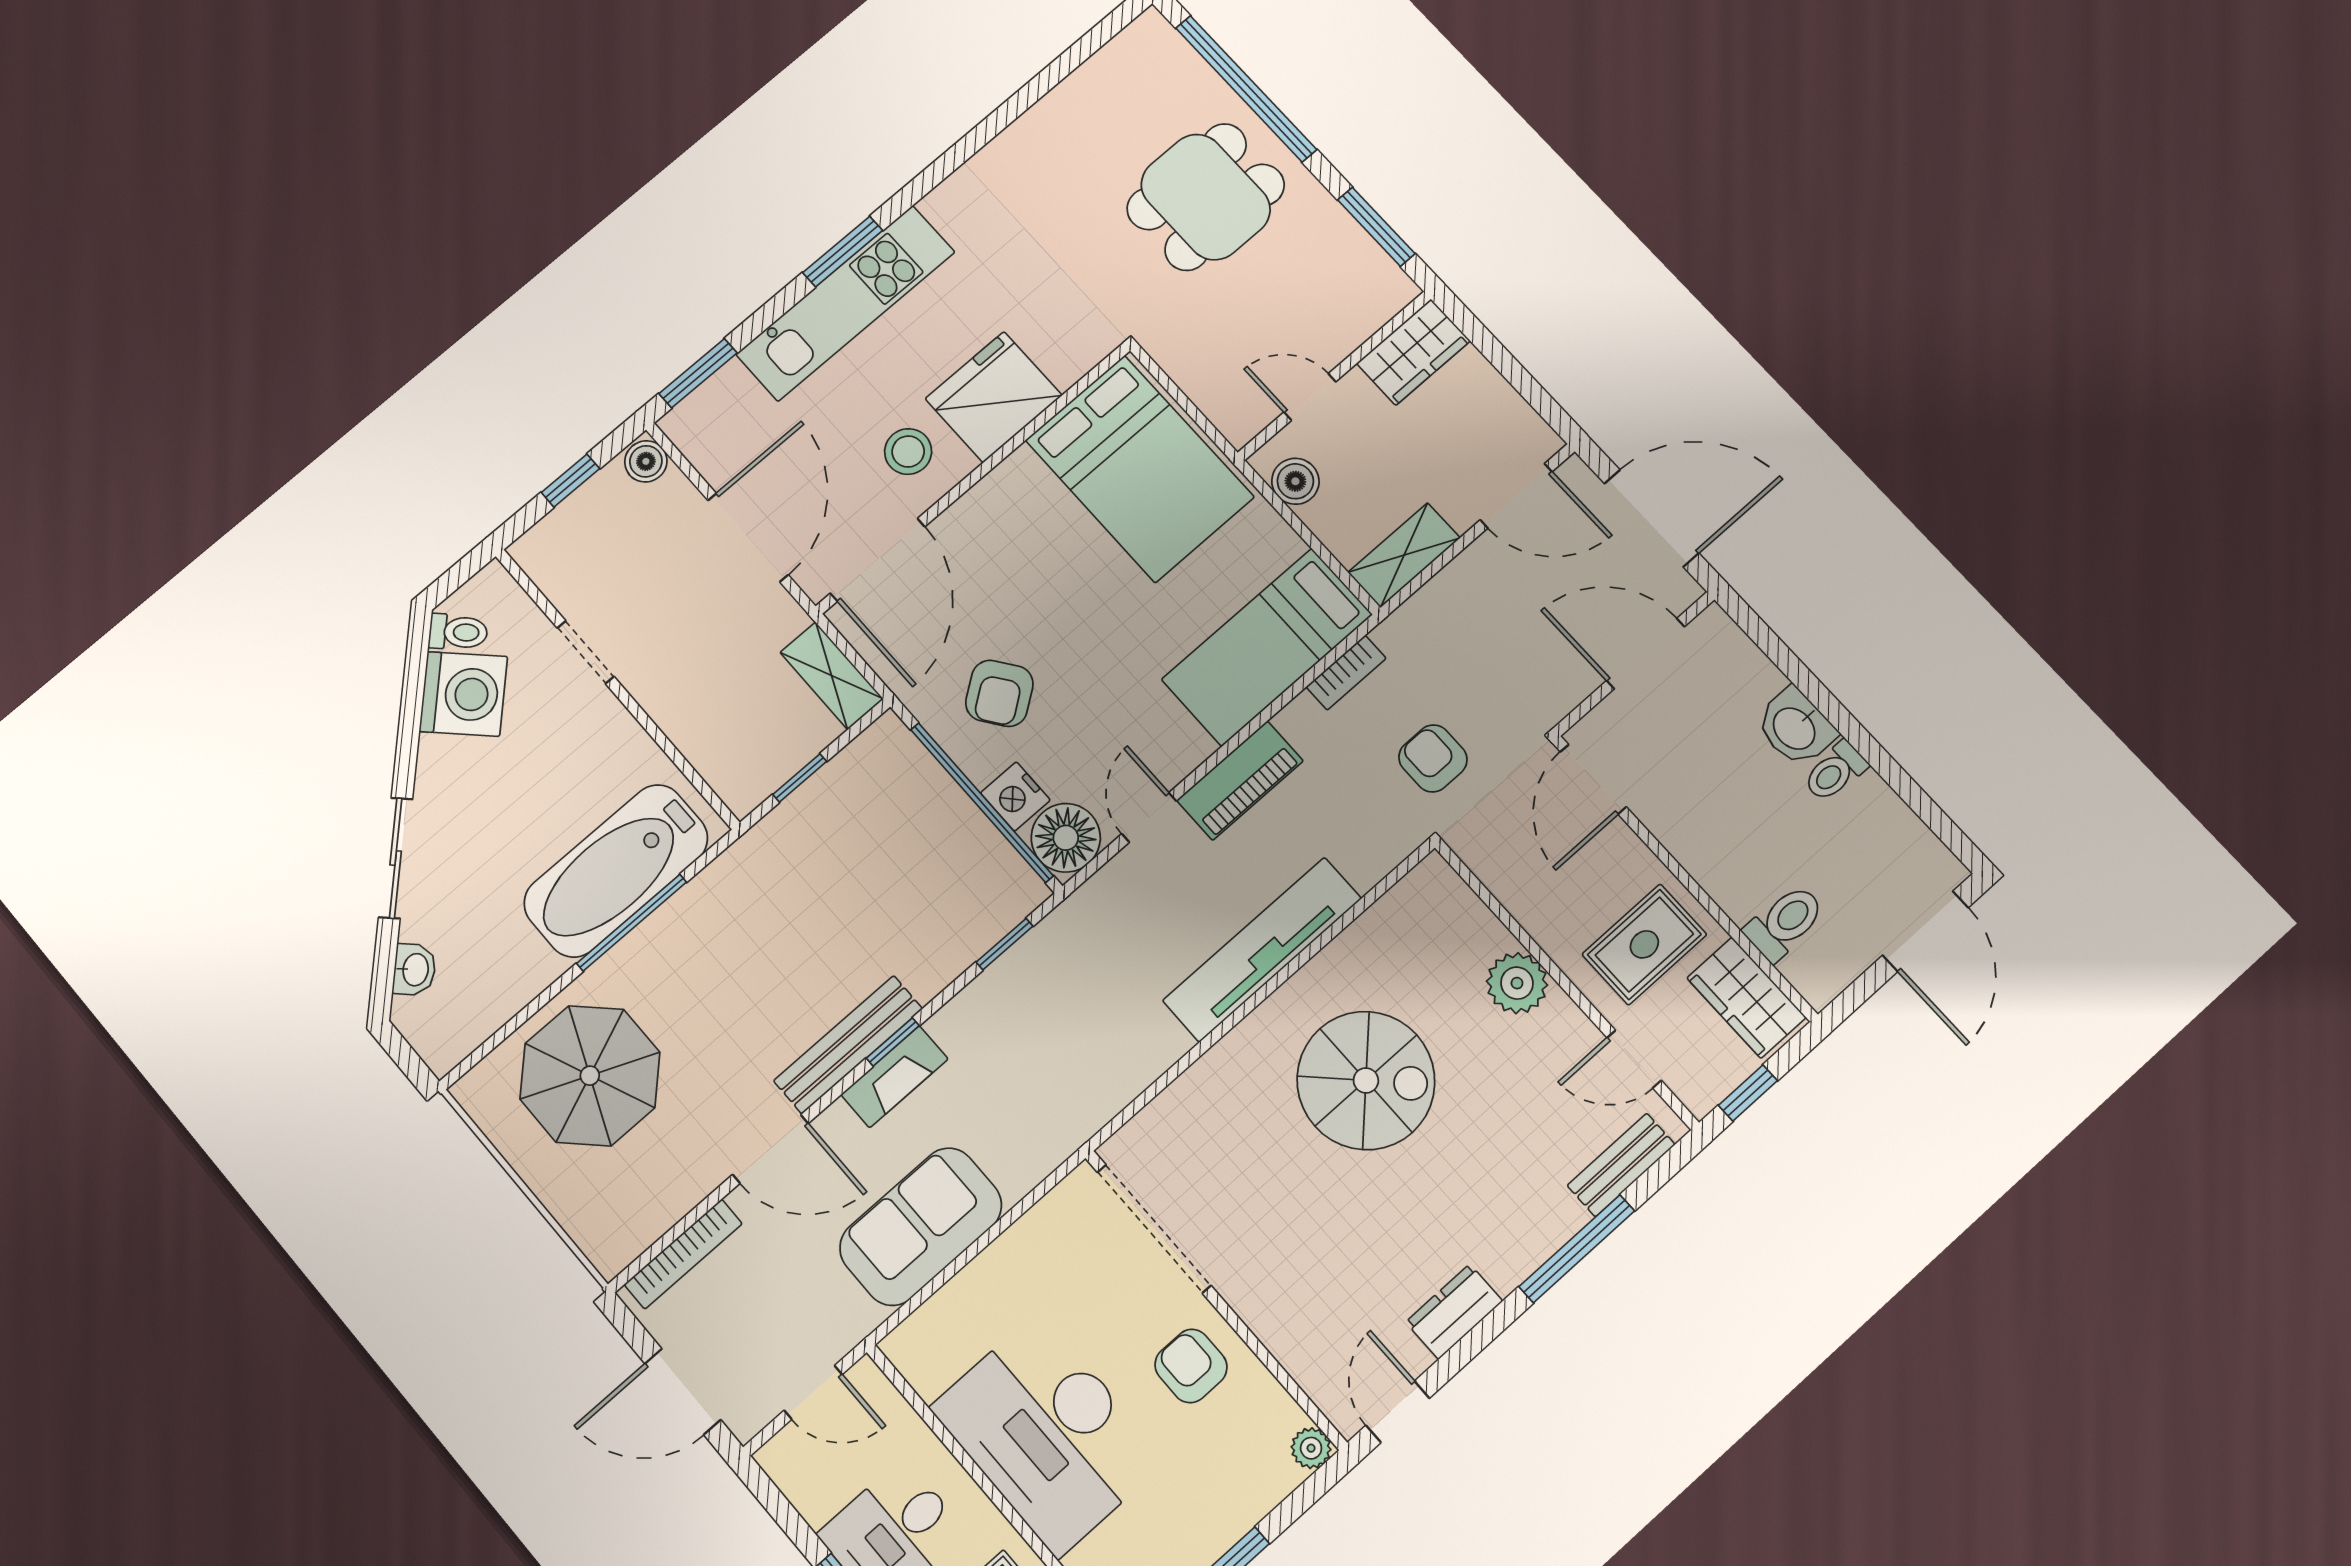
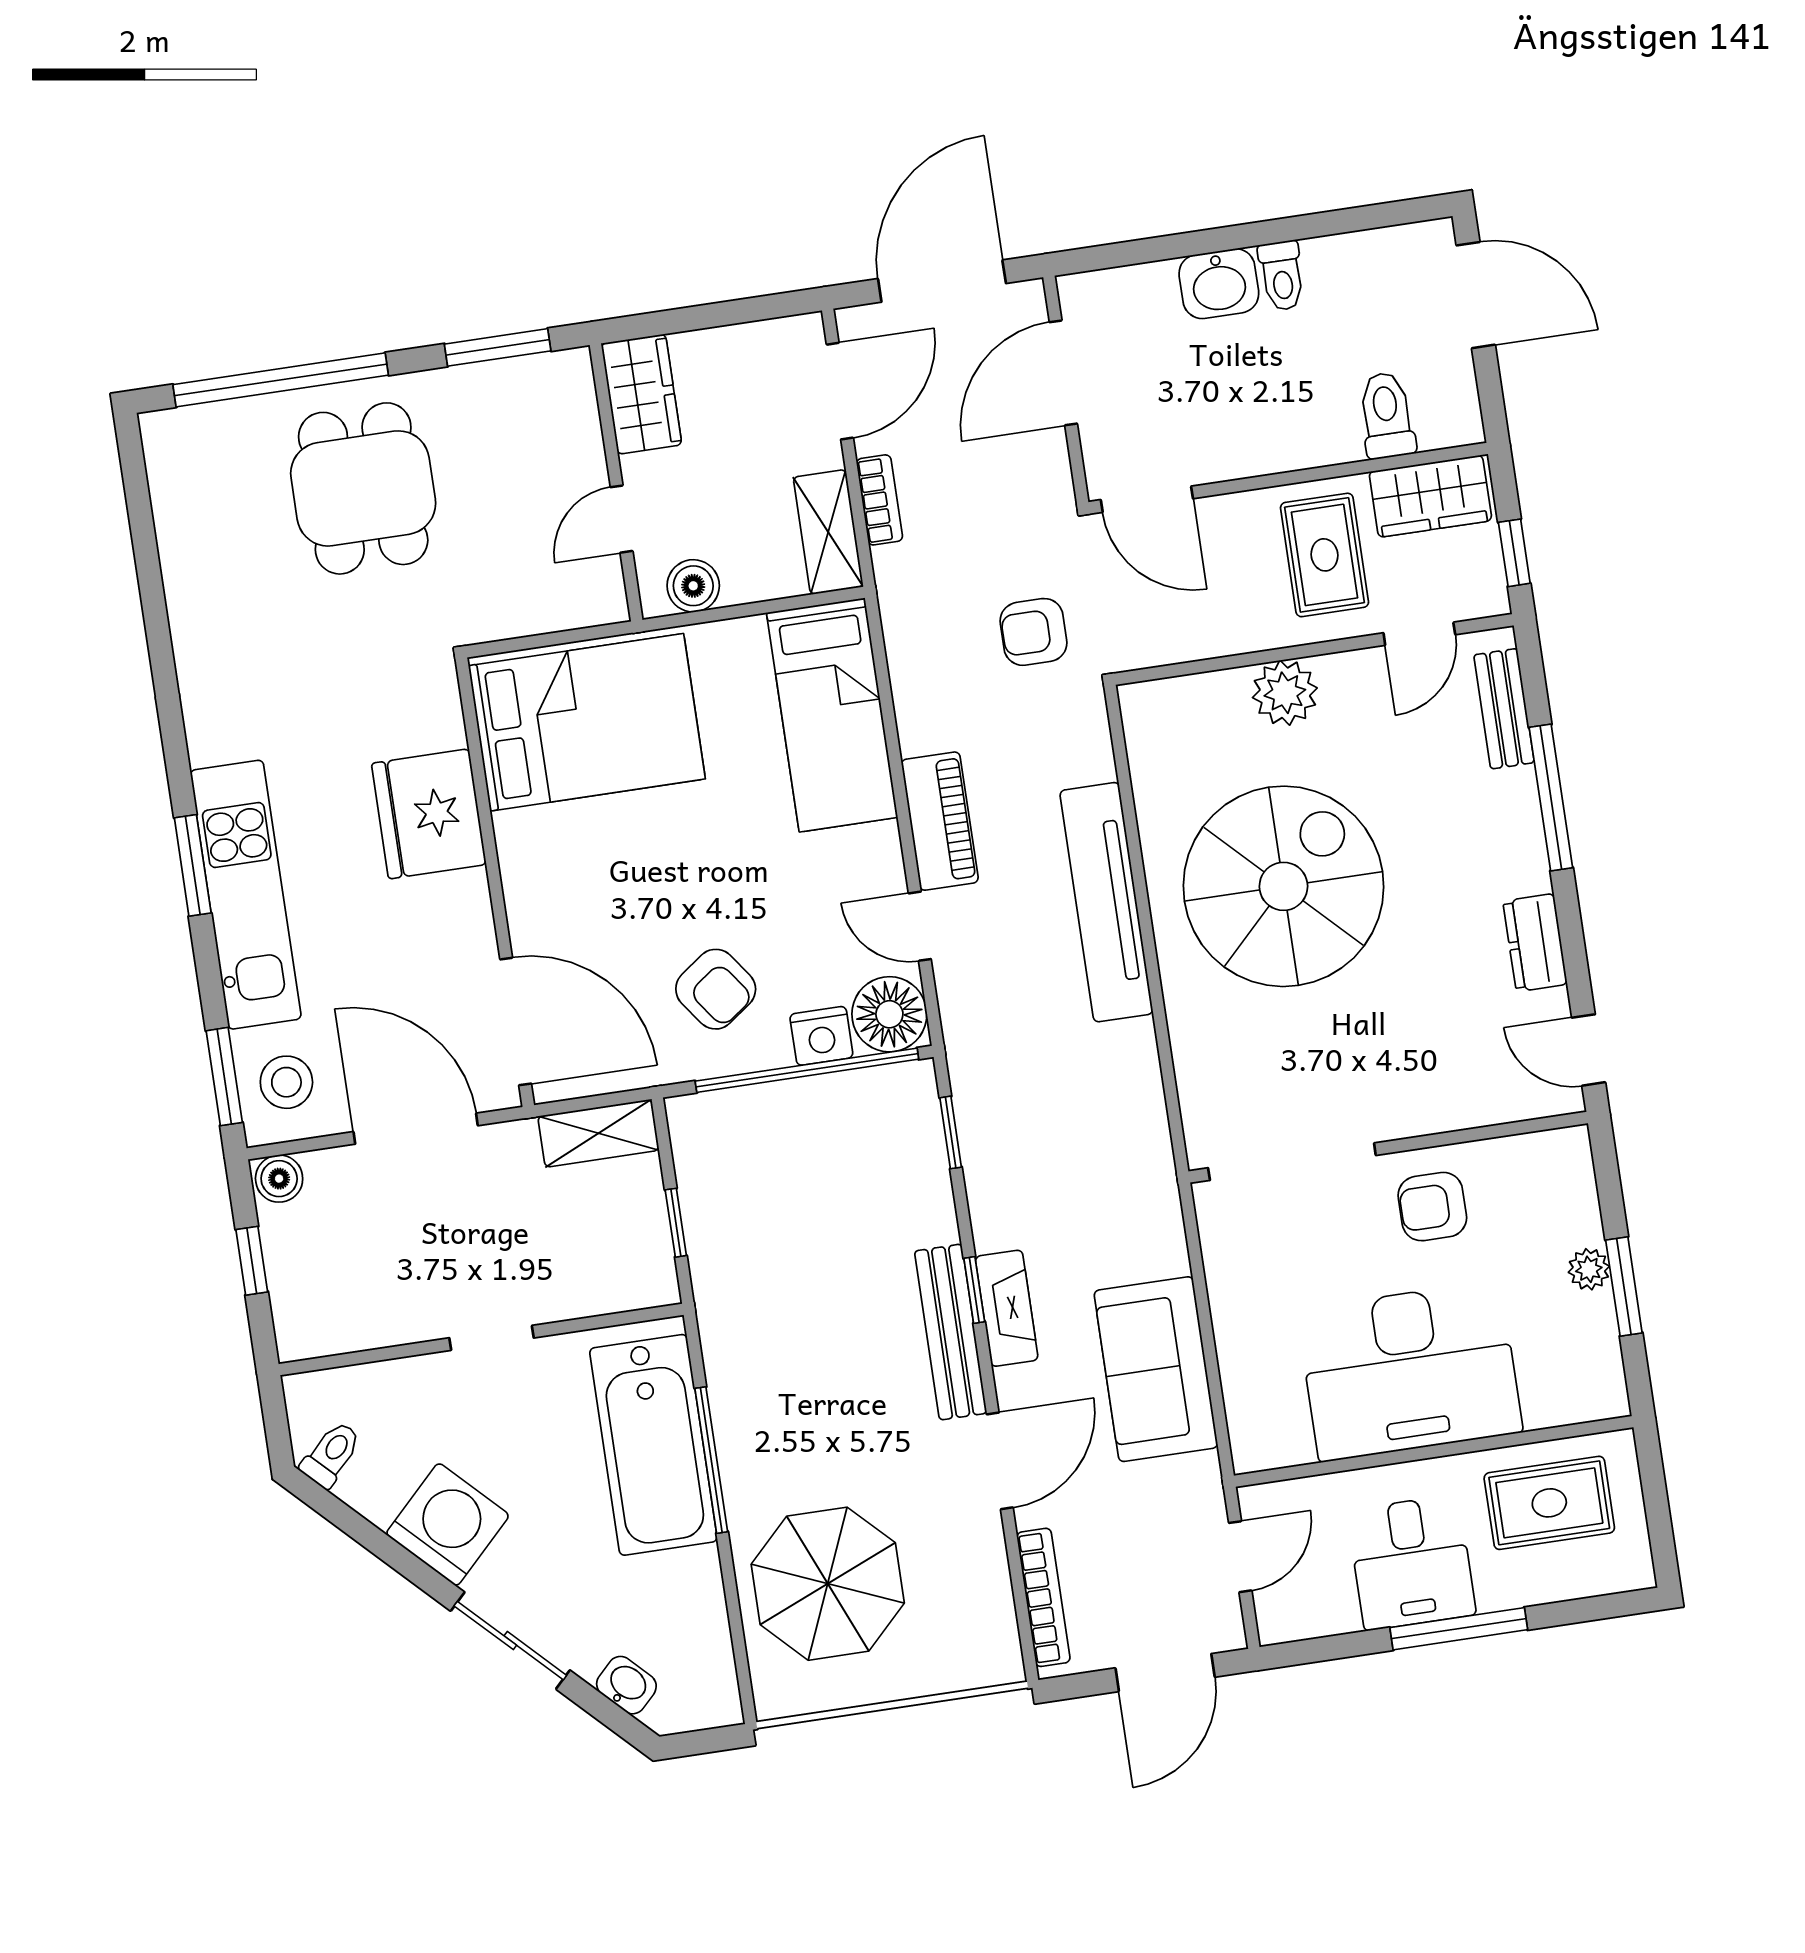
stool: (908, 451) -> (286, 1082), moved
doorway: (586, 652) -> (492, 1338), moved
bookcase: (1346, 673) -> (879, 500), moved
washing machine: (463, 694) -> (448, 1524), moved
spiral stairs: (1366, 1080) -> (1284, 886), width x1.37, depth x1.37
plant: (1311, 1448) -> (1589, 1269), moved

